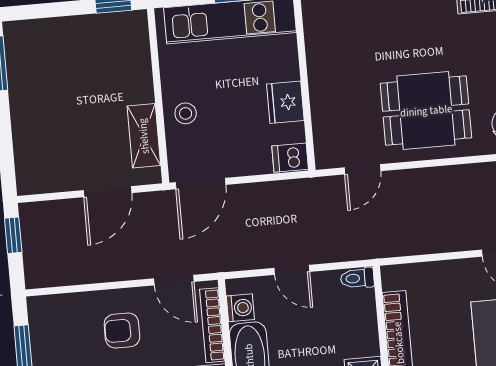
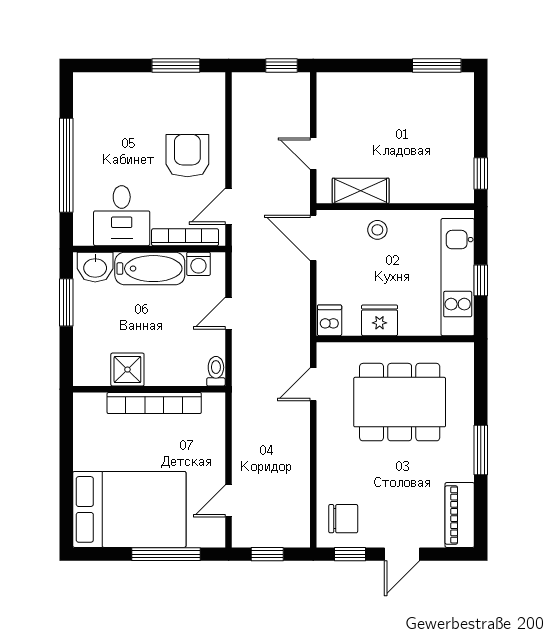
dining table: (426, 111) -> (400, 402), moved, width x1.37
door: (362, 169) -> (313, 384), hinge flipped
door: (108, 192) -> (313, 154), width x0.73
armchair: (122, 331) -> (187, 156), width x1.38, depth x1.38

